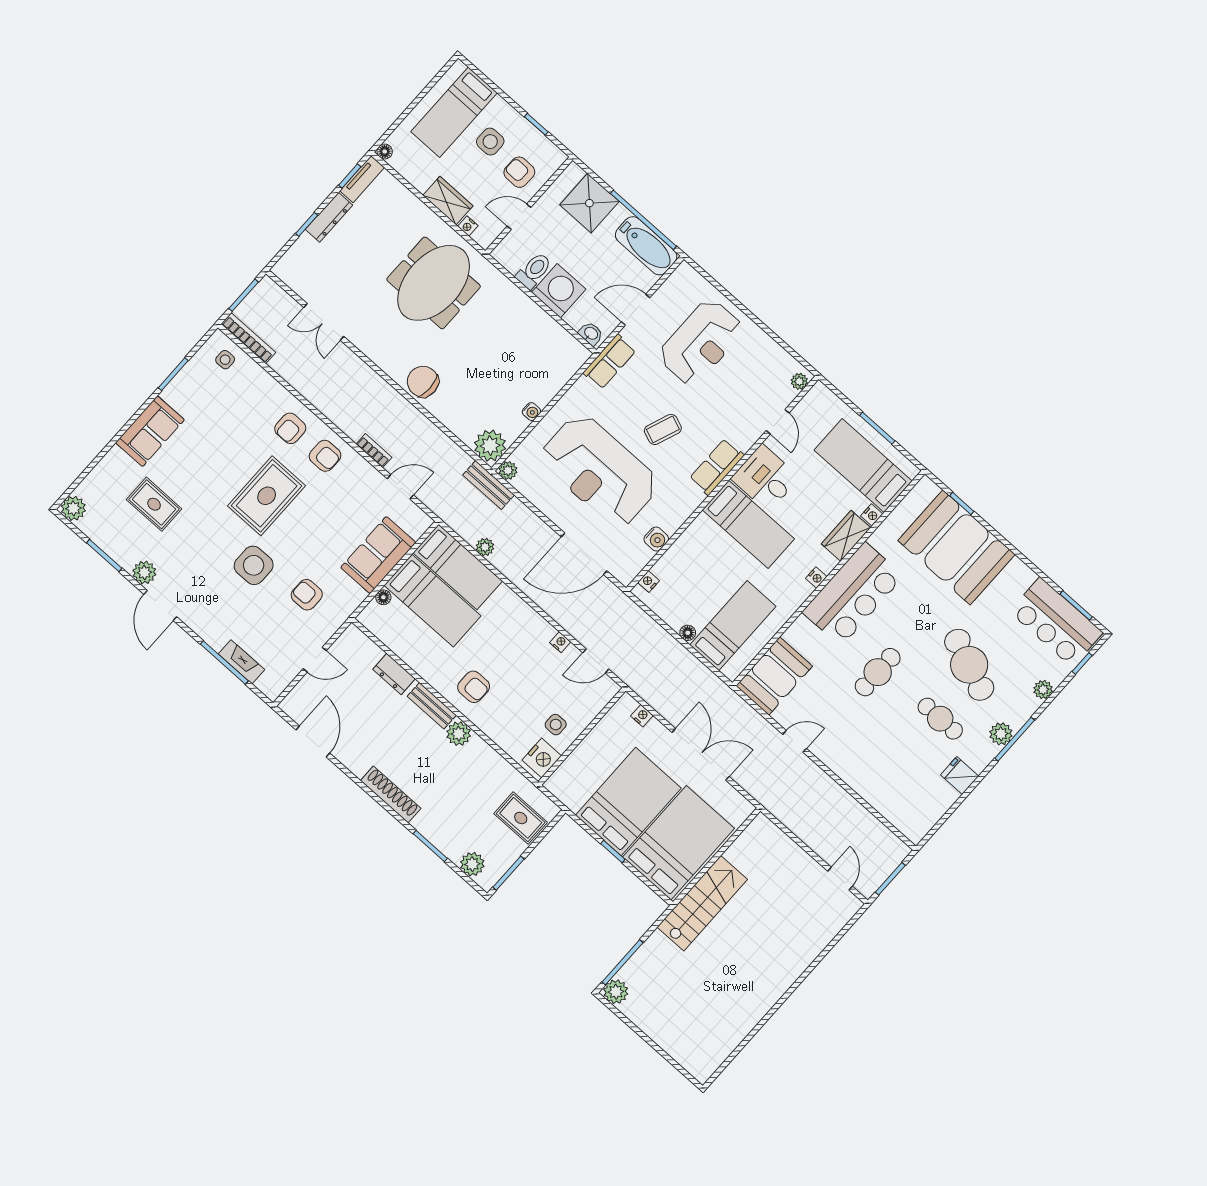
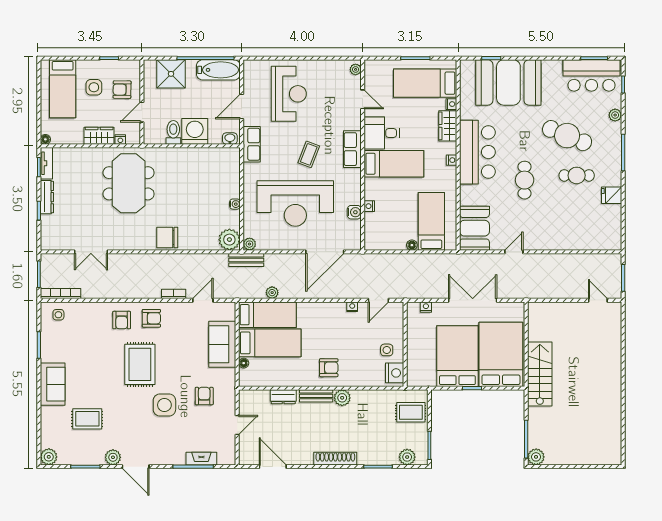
nightstand: (648, 582) -> (369, 206), moved
armchair: (307, 595) -> (204, 396), turned 90
plant: (1001, 734) -> (614, 156), removed

